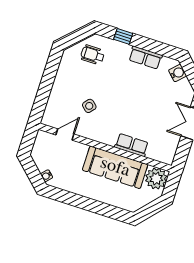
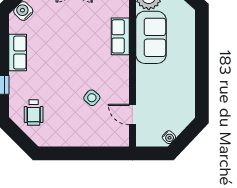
sofa: (115, 167) -> (151, 37), width x0.73
water cooler: (47, 176) -> (169, 137), moved

